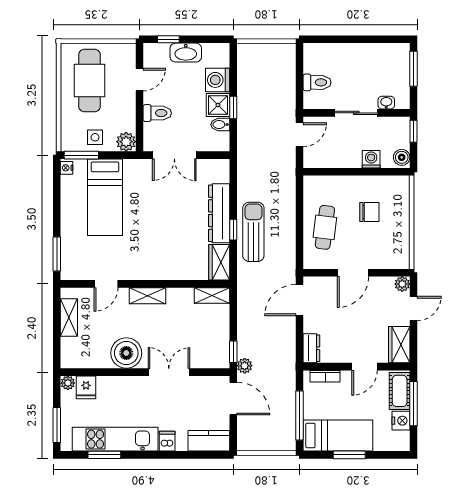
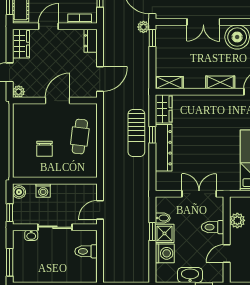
plant: (126, 142) -> (237, 220), moved
chair: (369, 212) -> (45, 149), turned -90

